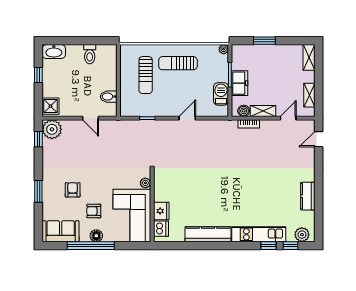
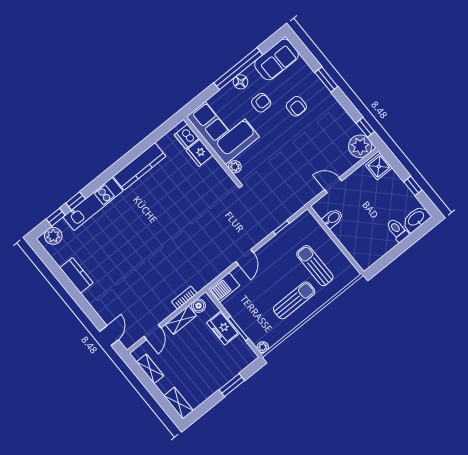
toilet: (90, 54) -> (397, 230), moved
barbecue: (221, 94) -> (224, 287), moved, turned 90

